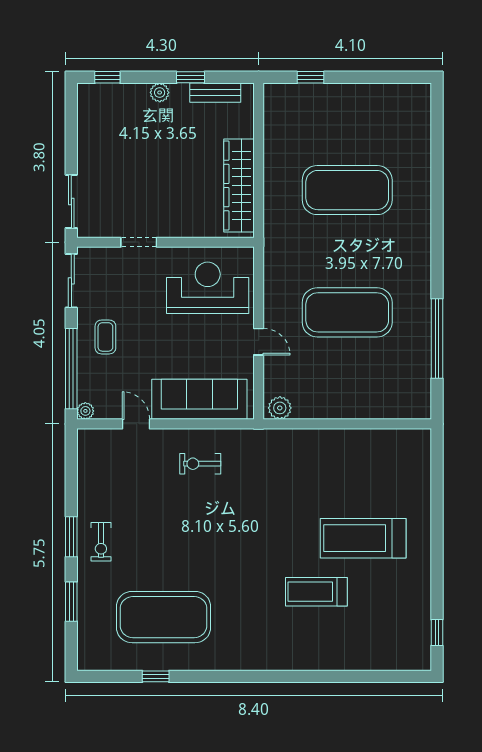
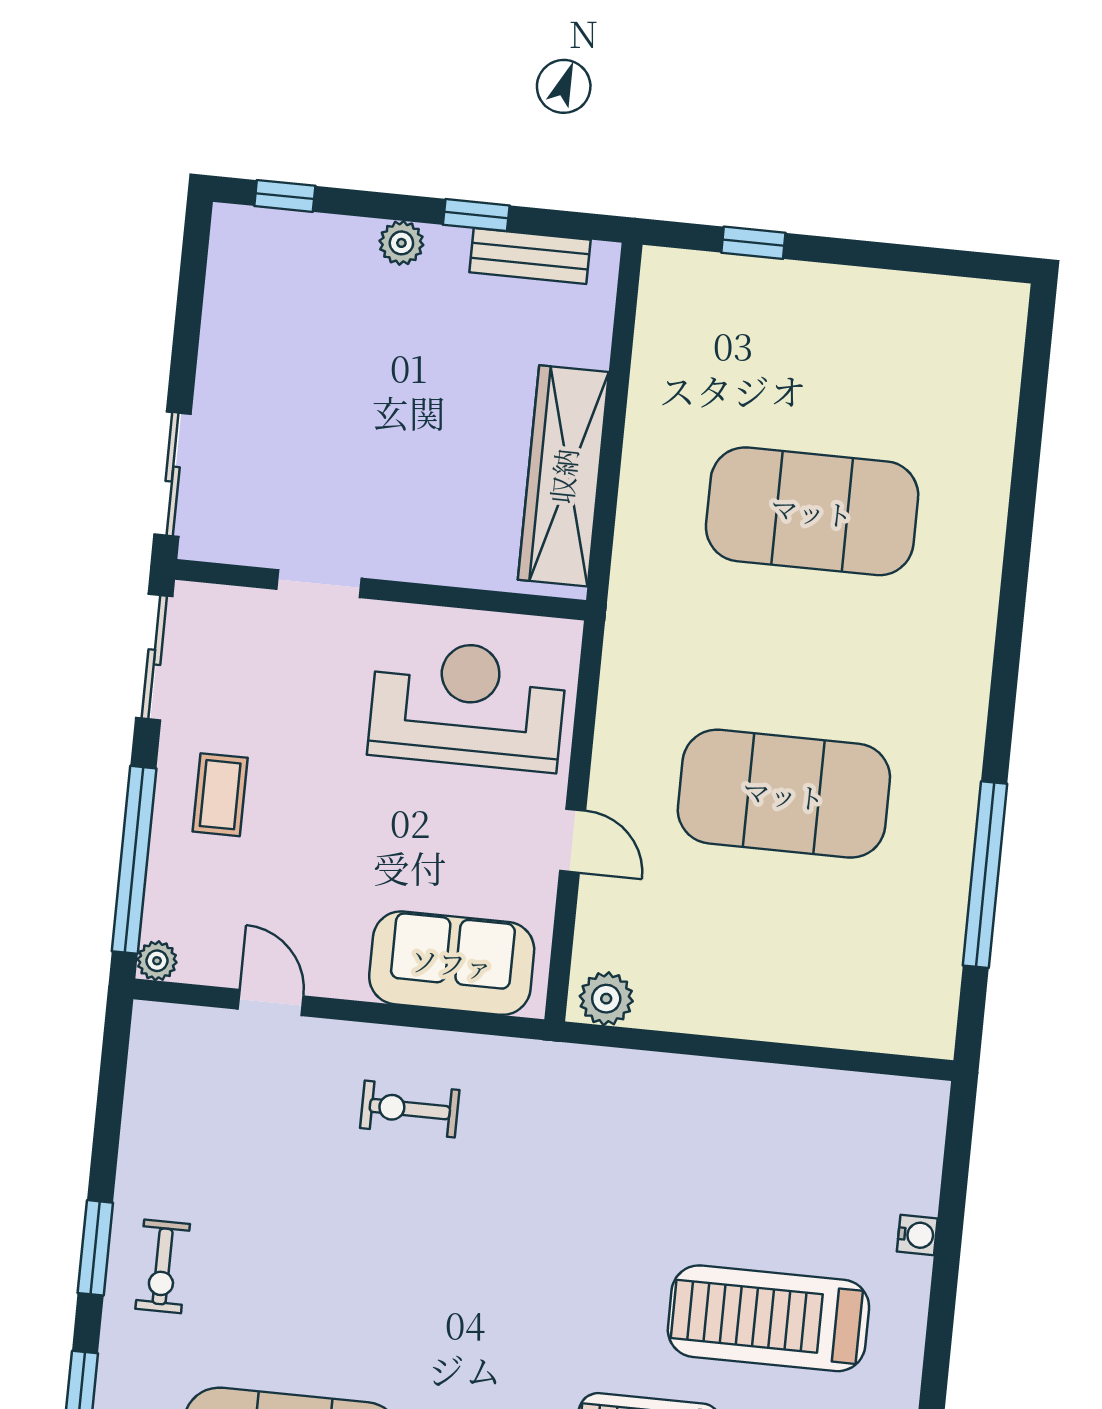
sofa: (199, 399) -> (452, 963), width x0.73
water cooler: (423, 496) -> (917, 1235), added

